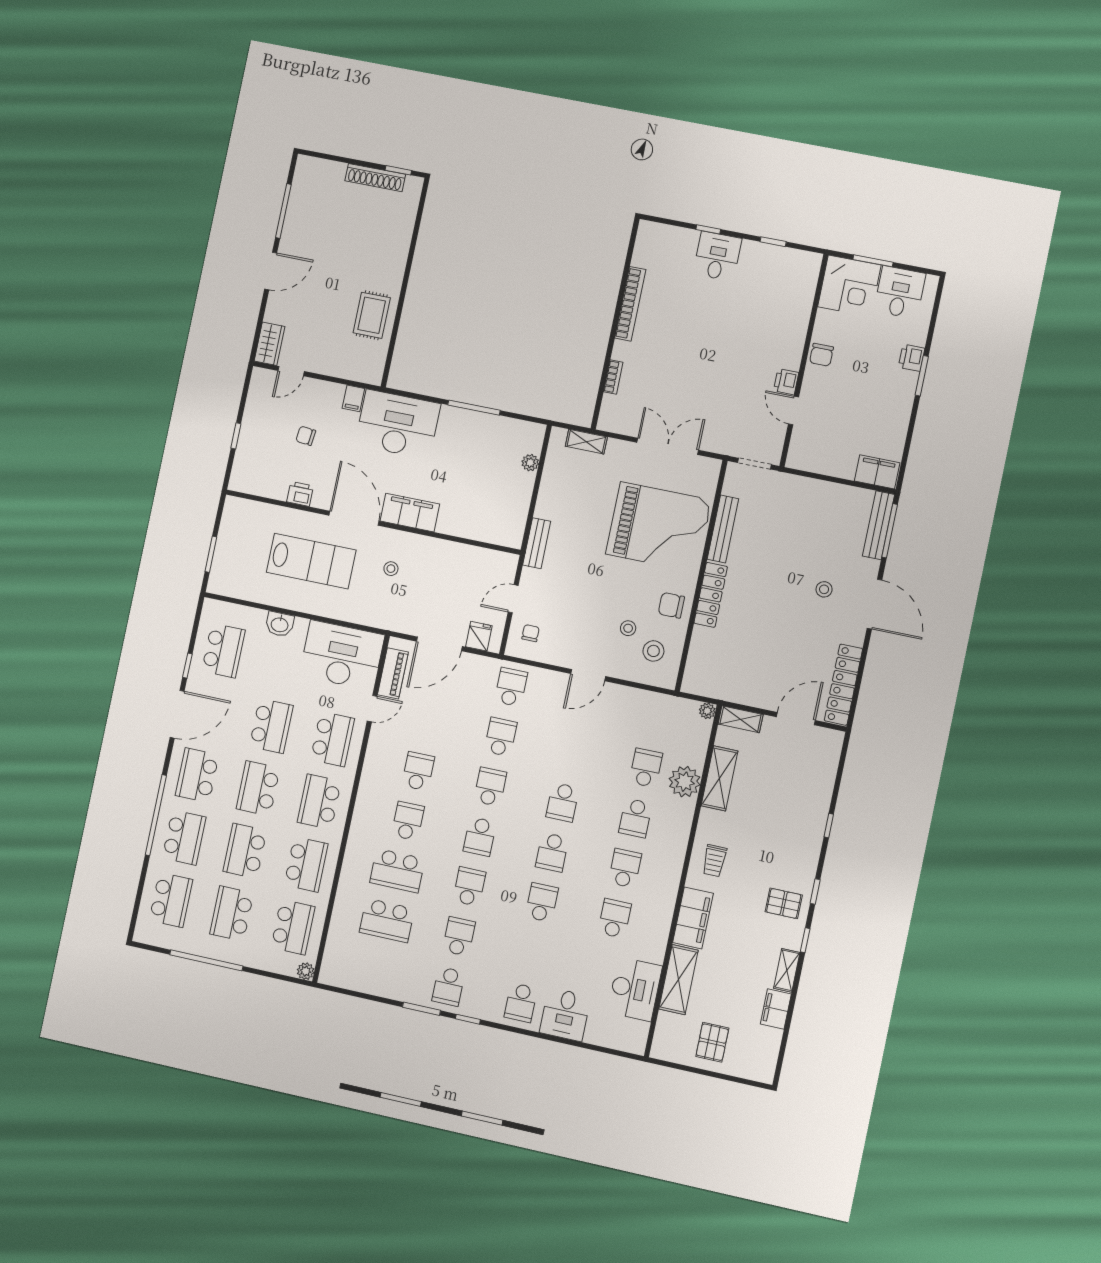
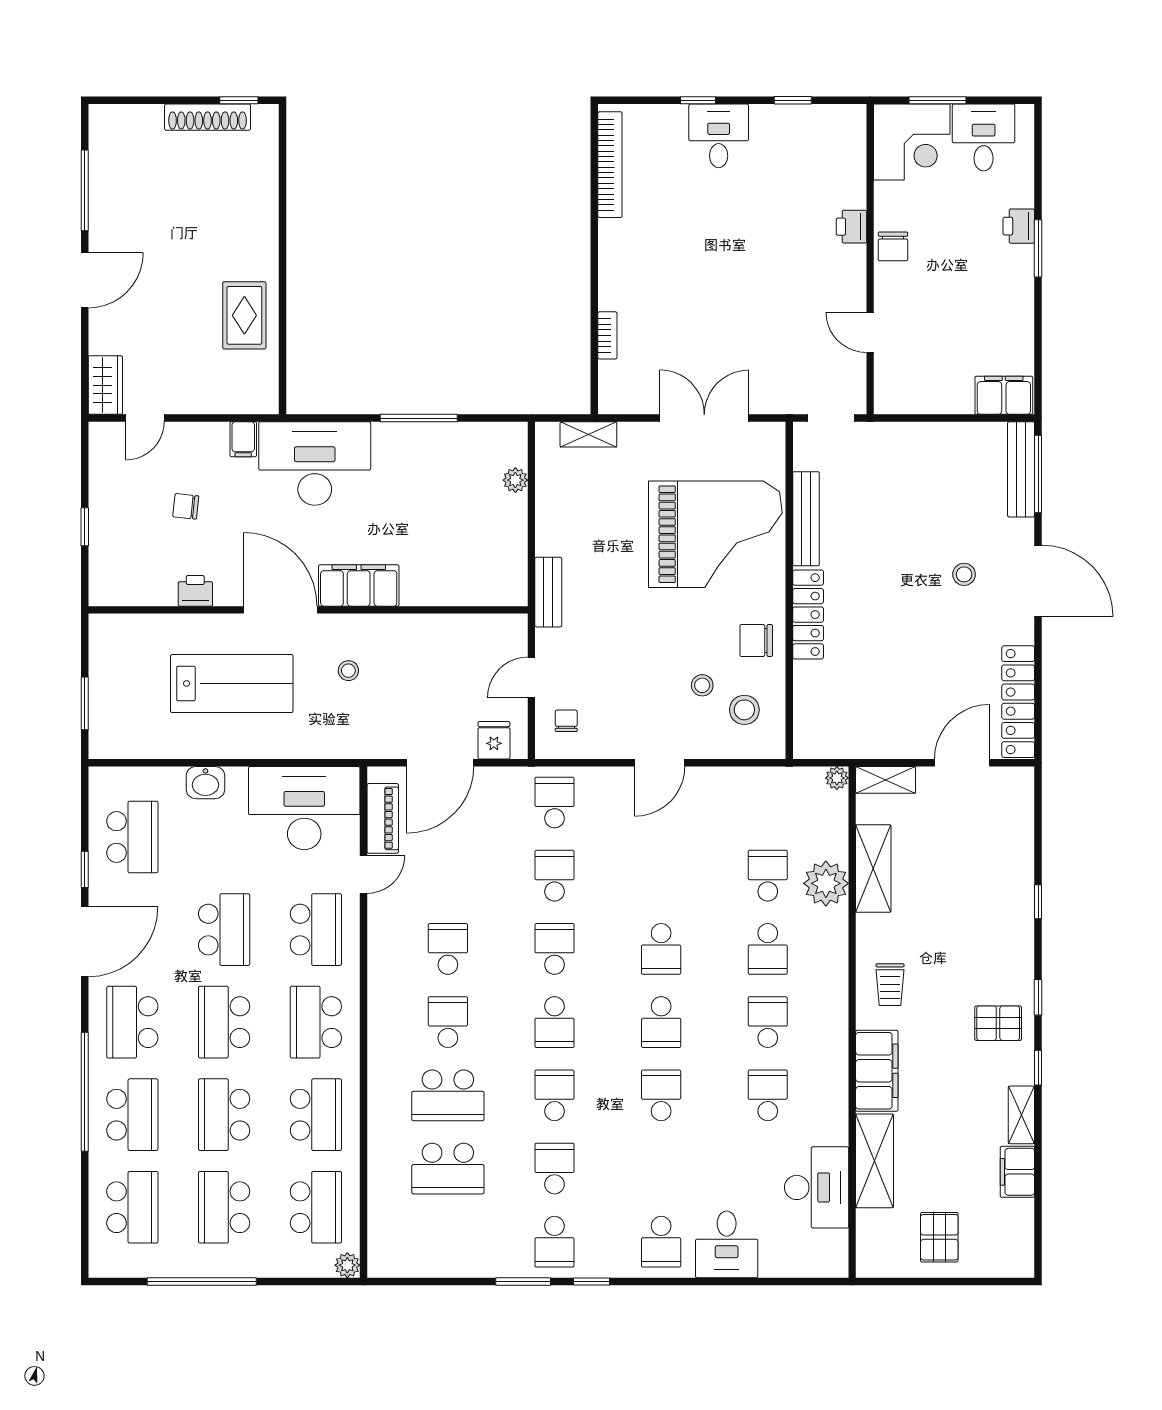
bookcase: (630, 304) -> (610, 165), moved
printer: (786, 382) -> (851, 227), moved

